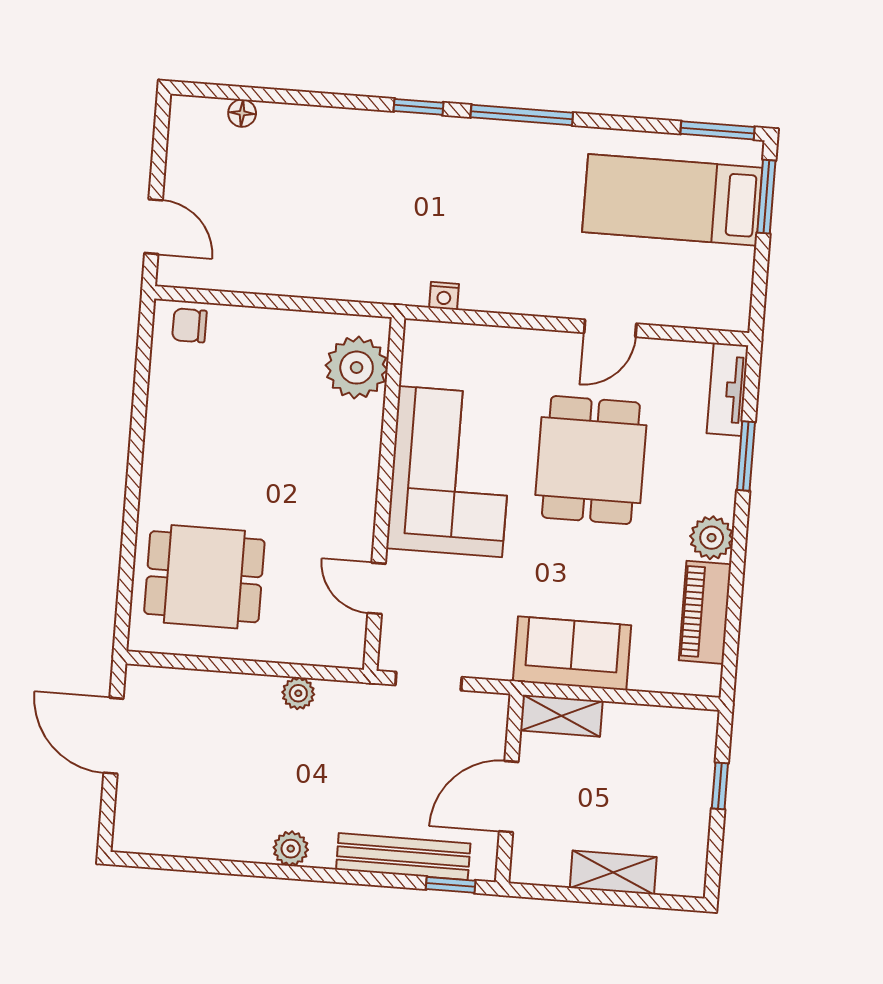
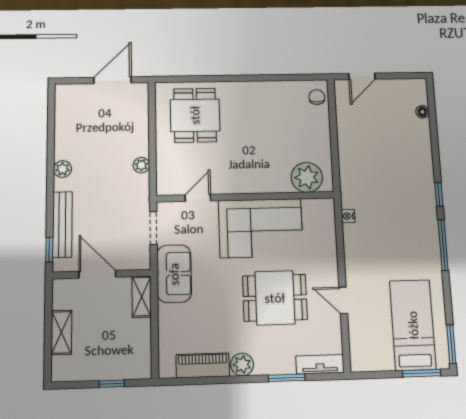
sofa: (572, 653) -> (174, 274), moved

